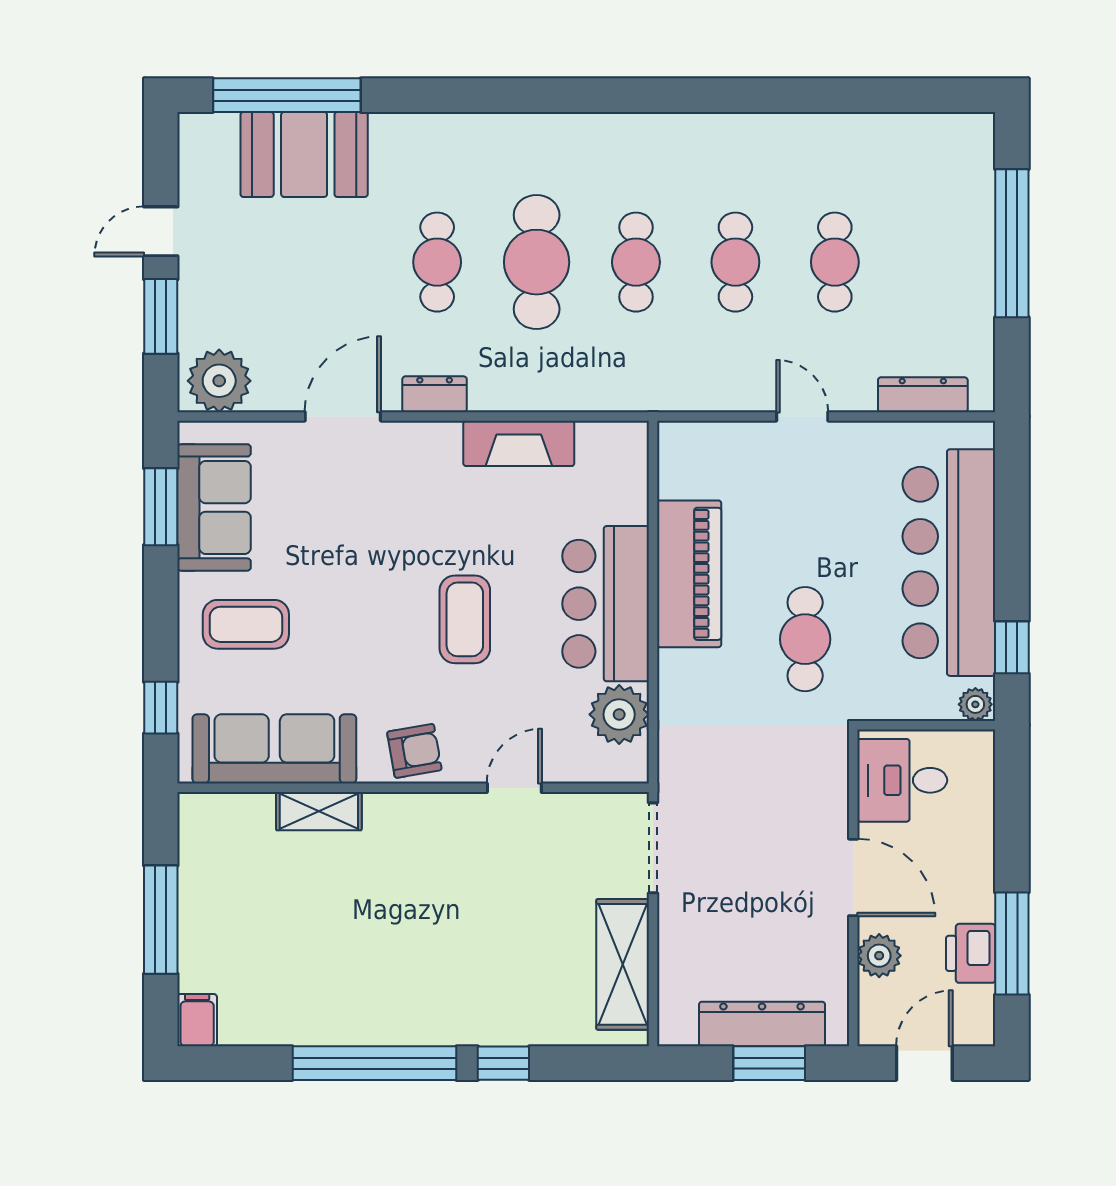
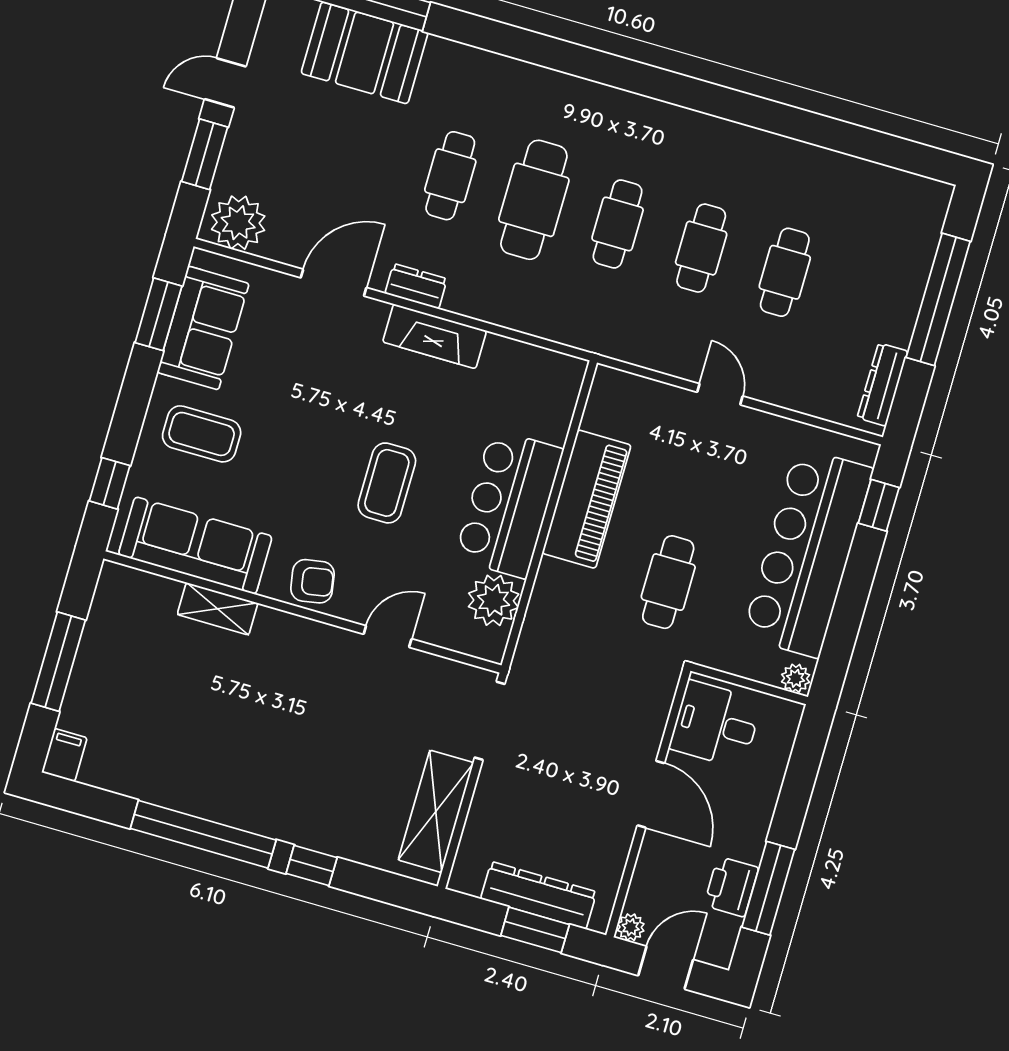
dresser: (923, 395) -> (882, 385), moved, turned -90
fireplace: (519, 443) -> (435, 336), moved
window: (1012, 647) -> (879, 505), moved
plant: (879, 956) -> (631, 927), moved, width x0.73, depth x0.73

